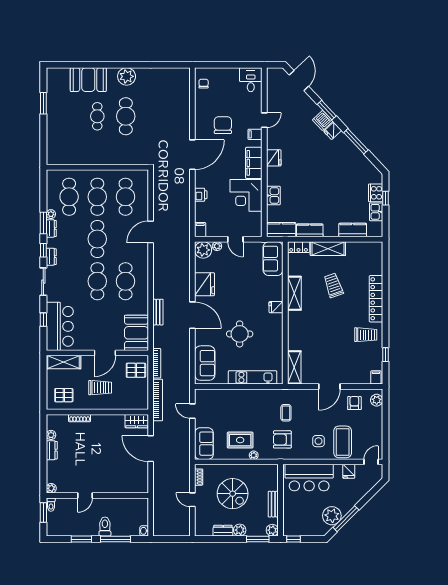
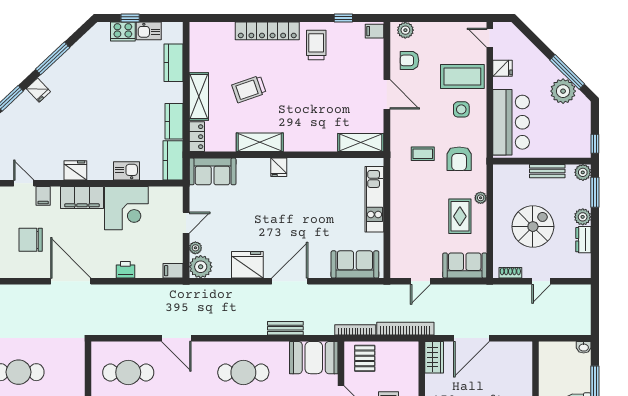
dishwasher: (323, 121) -> (24, 104), removed
round table: (240, 334) -> (315, 217), removed

